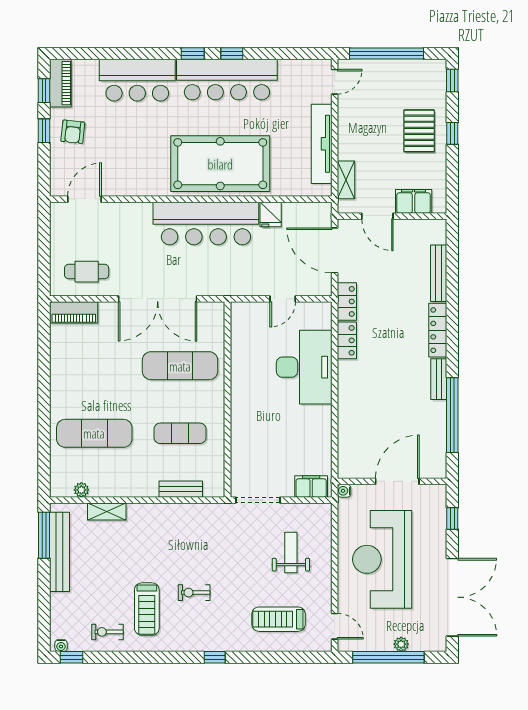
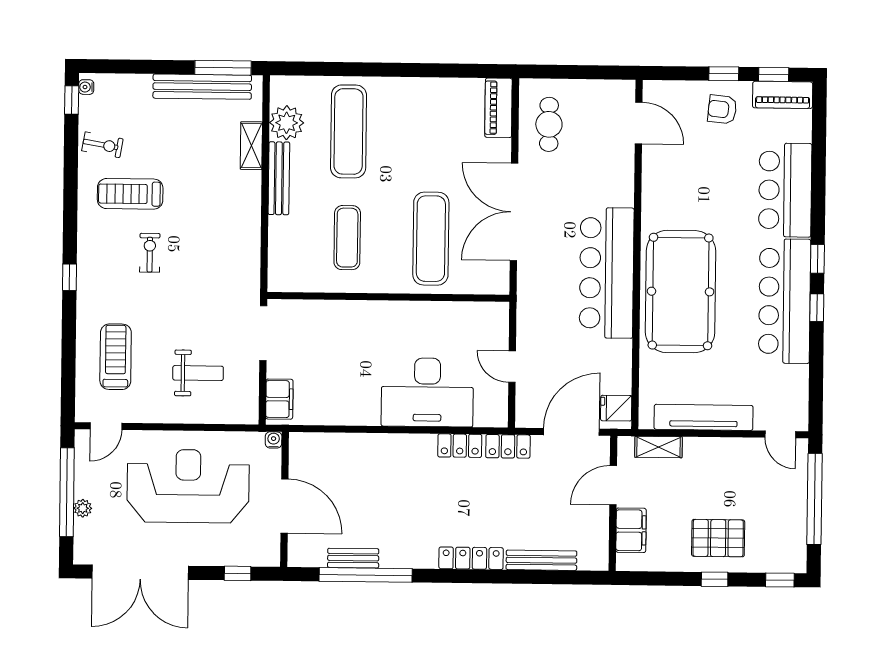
fridge: (271, 214) -> (616, 408), moved
bench: (439, 379) -> (353, 558), moved
bench: (181, 489) -> (279, 178), moved, width x1.36
plant: (81, 490) -> (287, 123), width x1.88, depth x1.88
exercise bike: (108, 632) -> (102, 145), turned 100

